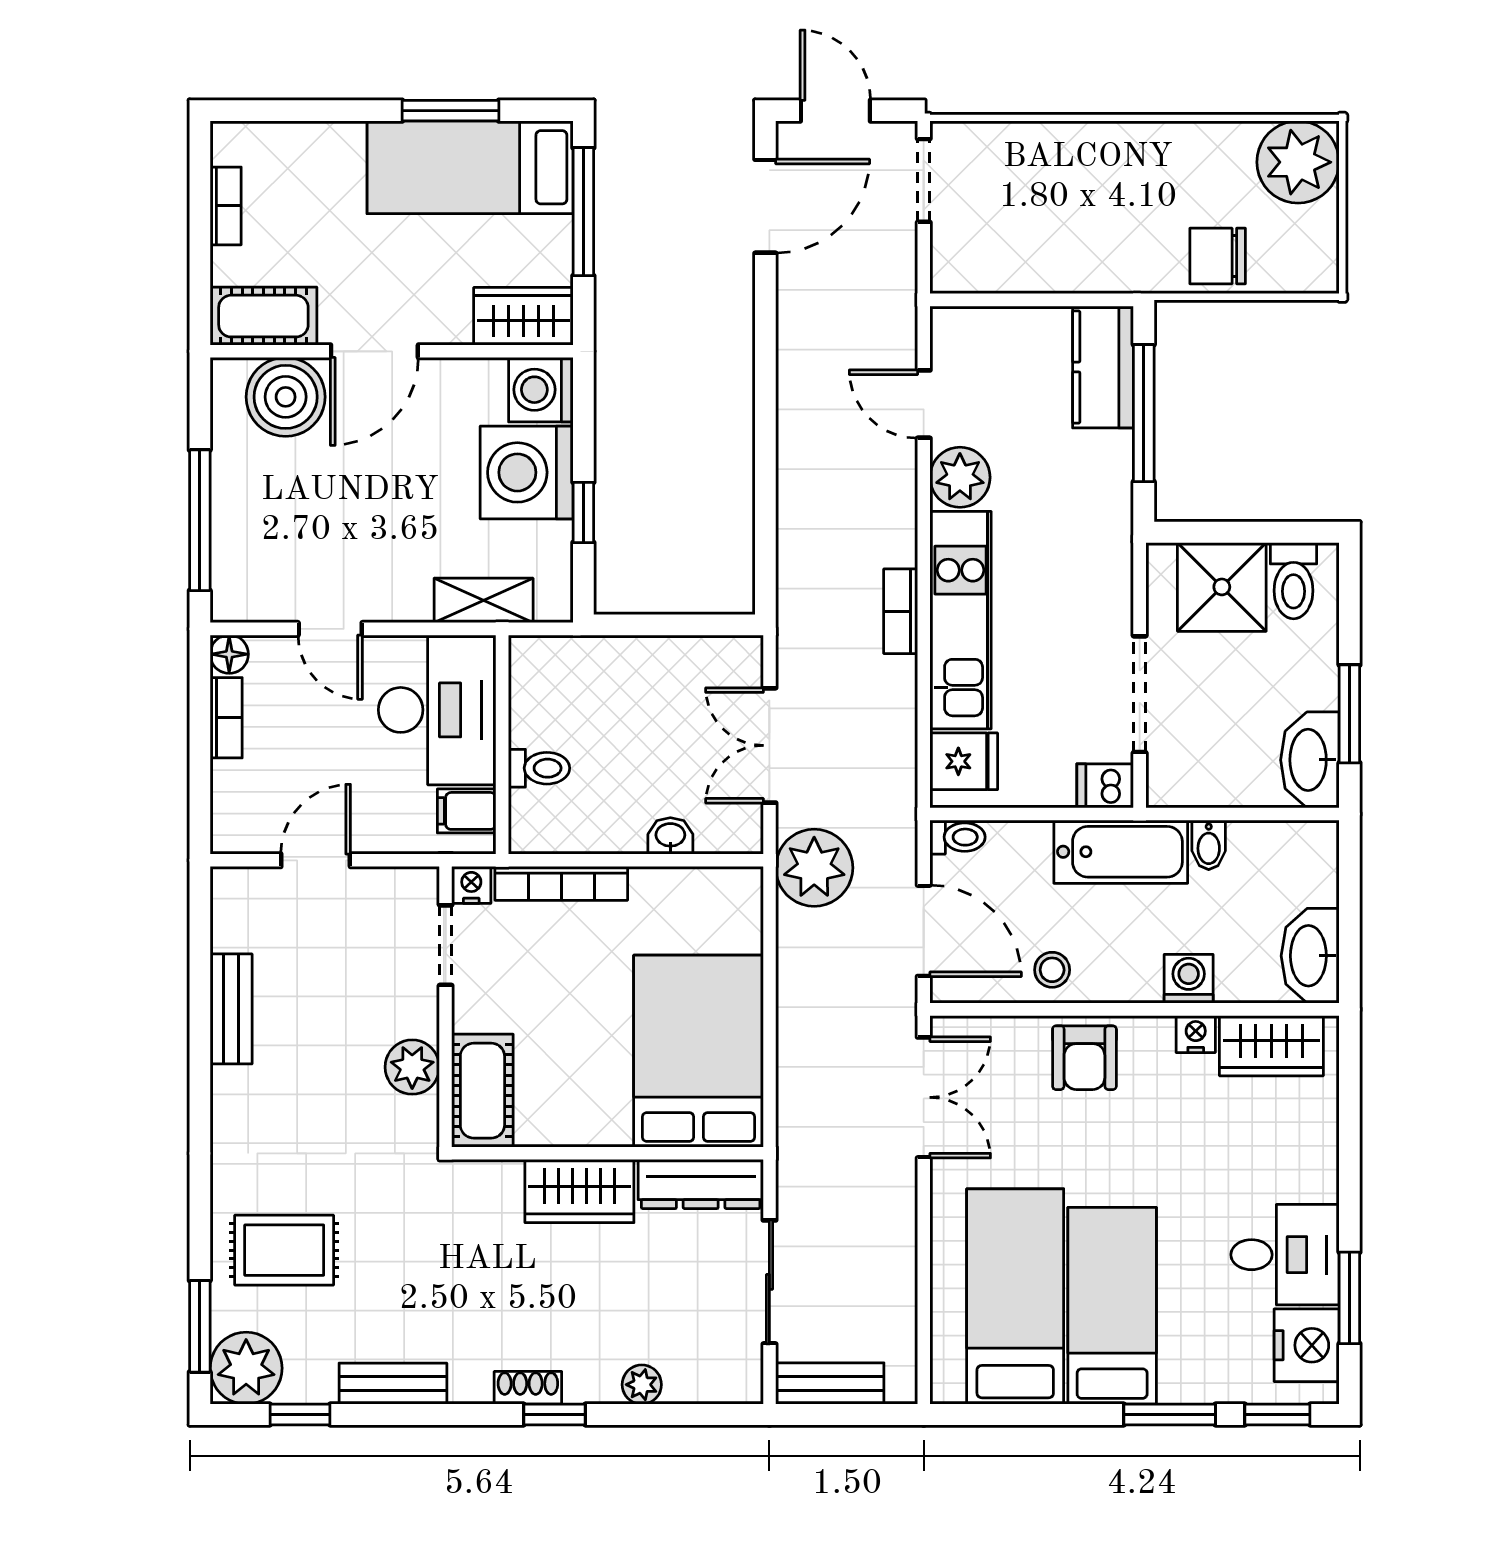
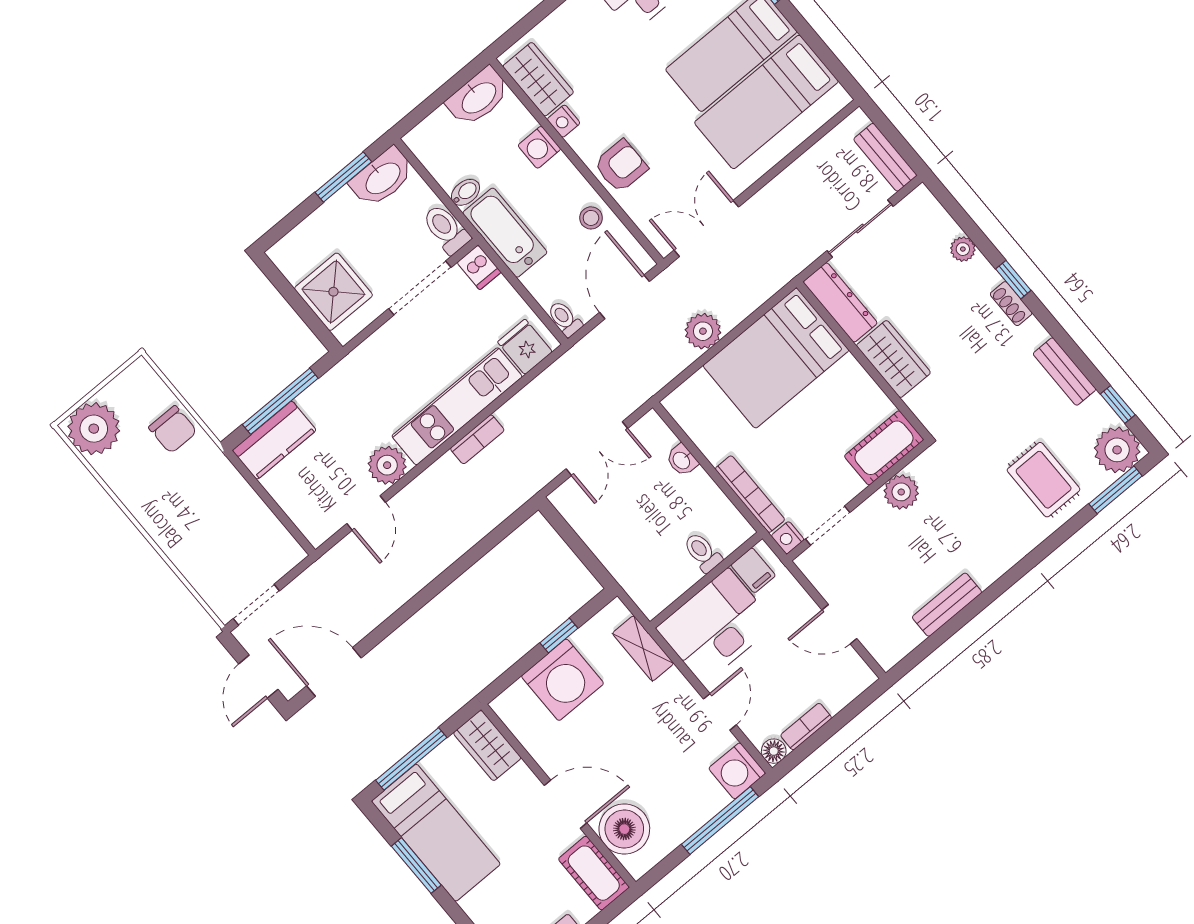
washing machine: (541, 390) -> (737, 771), moved, turned 90
toilet: (1294, 581) -> (446, 229), moved, turned -90
plant: (814, 868) -> (703, 331), moved, width x0.73, depth x0.73

